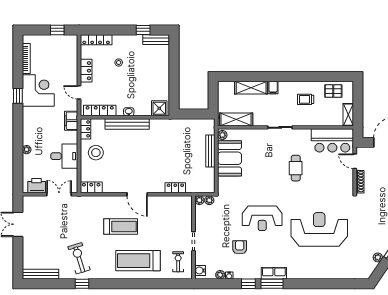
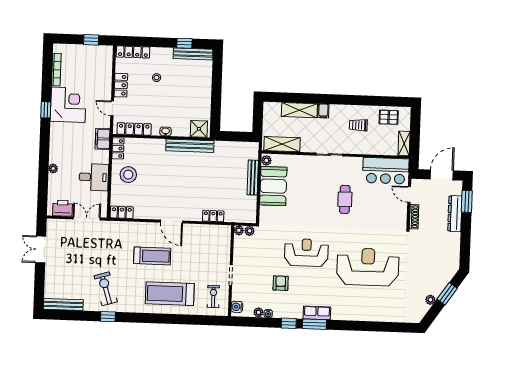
bench: (156, 40) -> (193, 54), width x1.36
bench: (127, 124) -> (190, 146), moved
reception desk: (262, 218) -> (306, 253), turned 180

